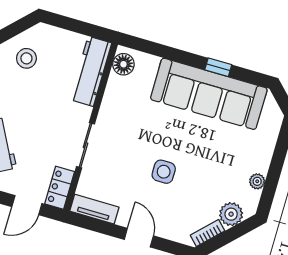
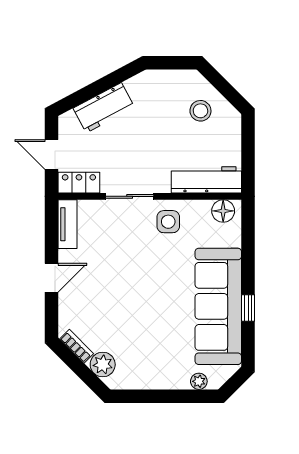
side table: (164, 172) -> (168, 222), moved
plant: (257, 181) -> (199, 381), moved

